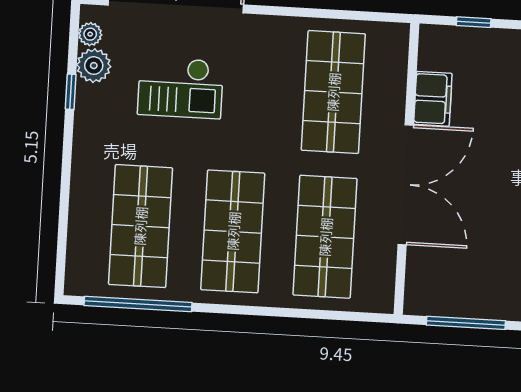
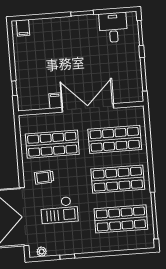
trolley: (260, 63) -> (44, 177), added
plant: (94, 66) -> (55, 248), removed
checkout: (180, 88) -> (59, 210), turned 90
filing cabinet: (433, 99) -> (55, 101), width x0.50

